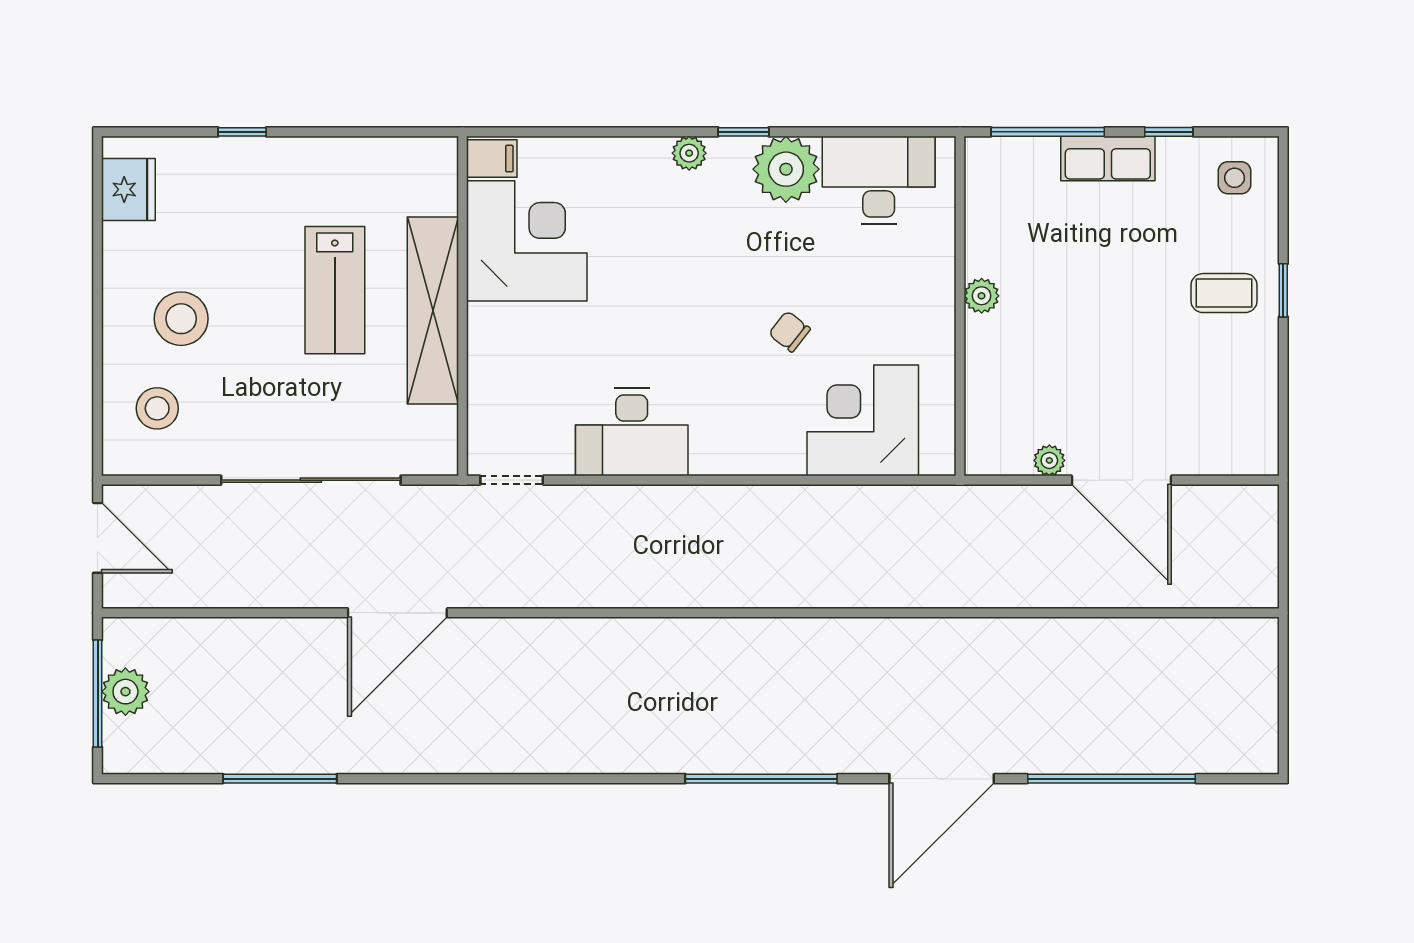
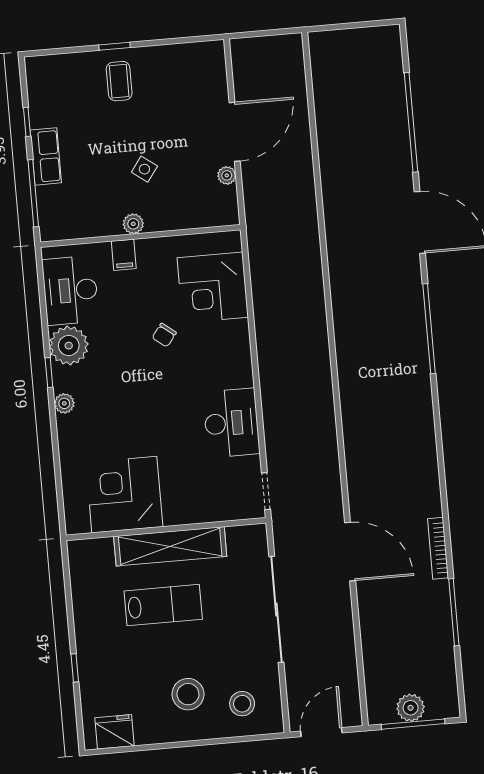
filing cabinet: (492, 159) -> (124, 255), moved, turned 180
side table: (1235, 178) -> (144, 169), moved, turned 36
bookcase: (390, 761) -> (438, 548), added

